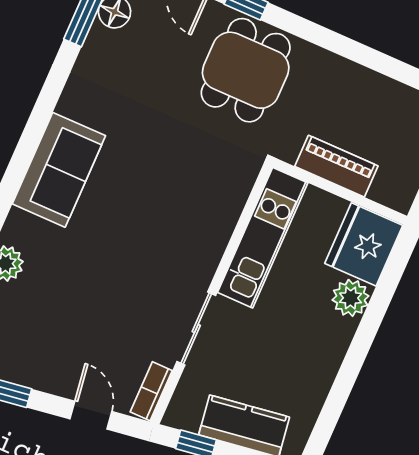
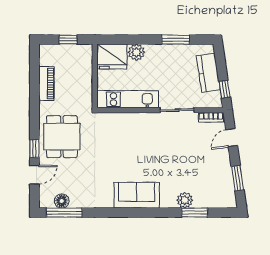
dining table: (246, 70) -> (62, 137), turned 90
piano: (336, 166) -> (46, 84), moved, turned 180
window: (341, 389) -> (176, 40), added

